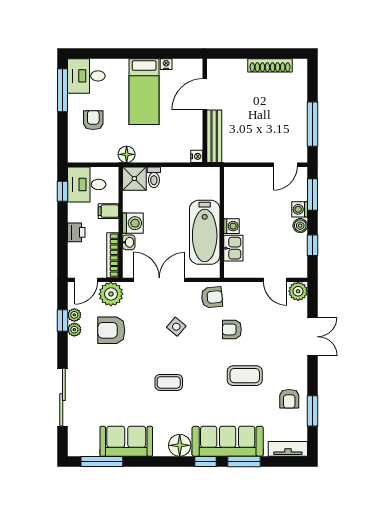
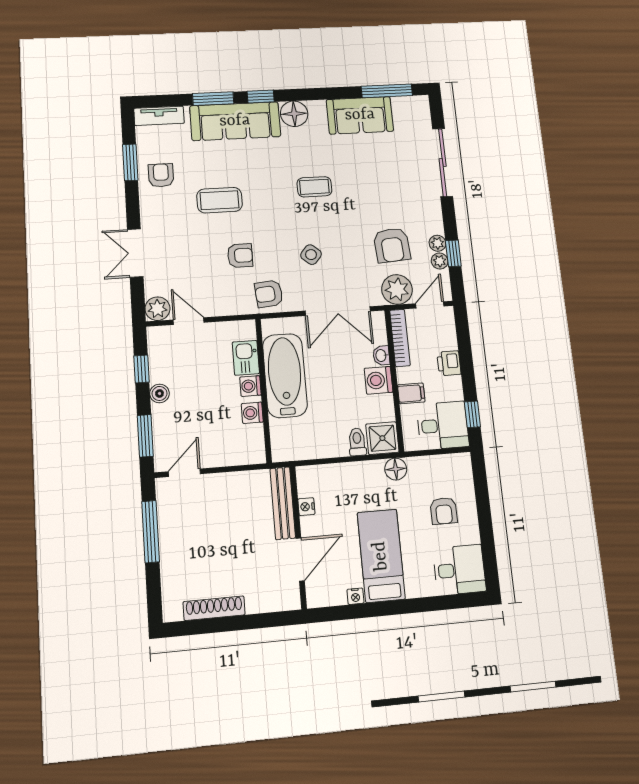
window: (63, 90) -> (488, 547), removed
nightstand: (197, 156) -> (306, 507), moved
washing machine: (300, 209) -> (252, 413), moved, turned 180
armchair: (111, 330) -> (392, 245), turned 86

